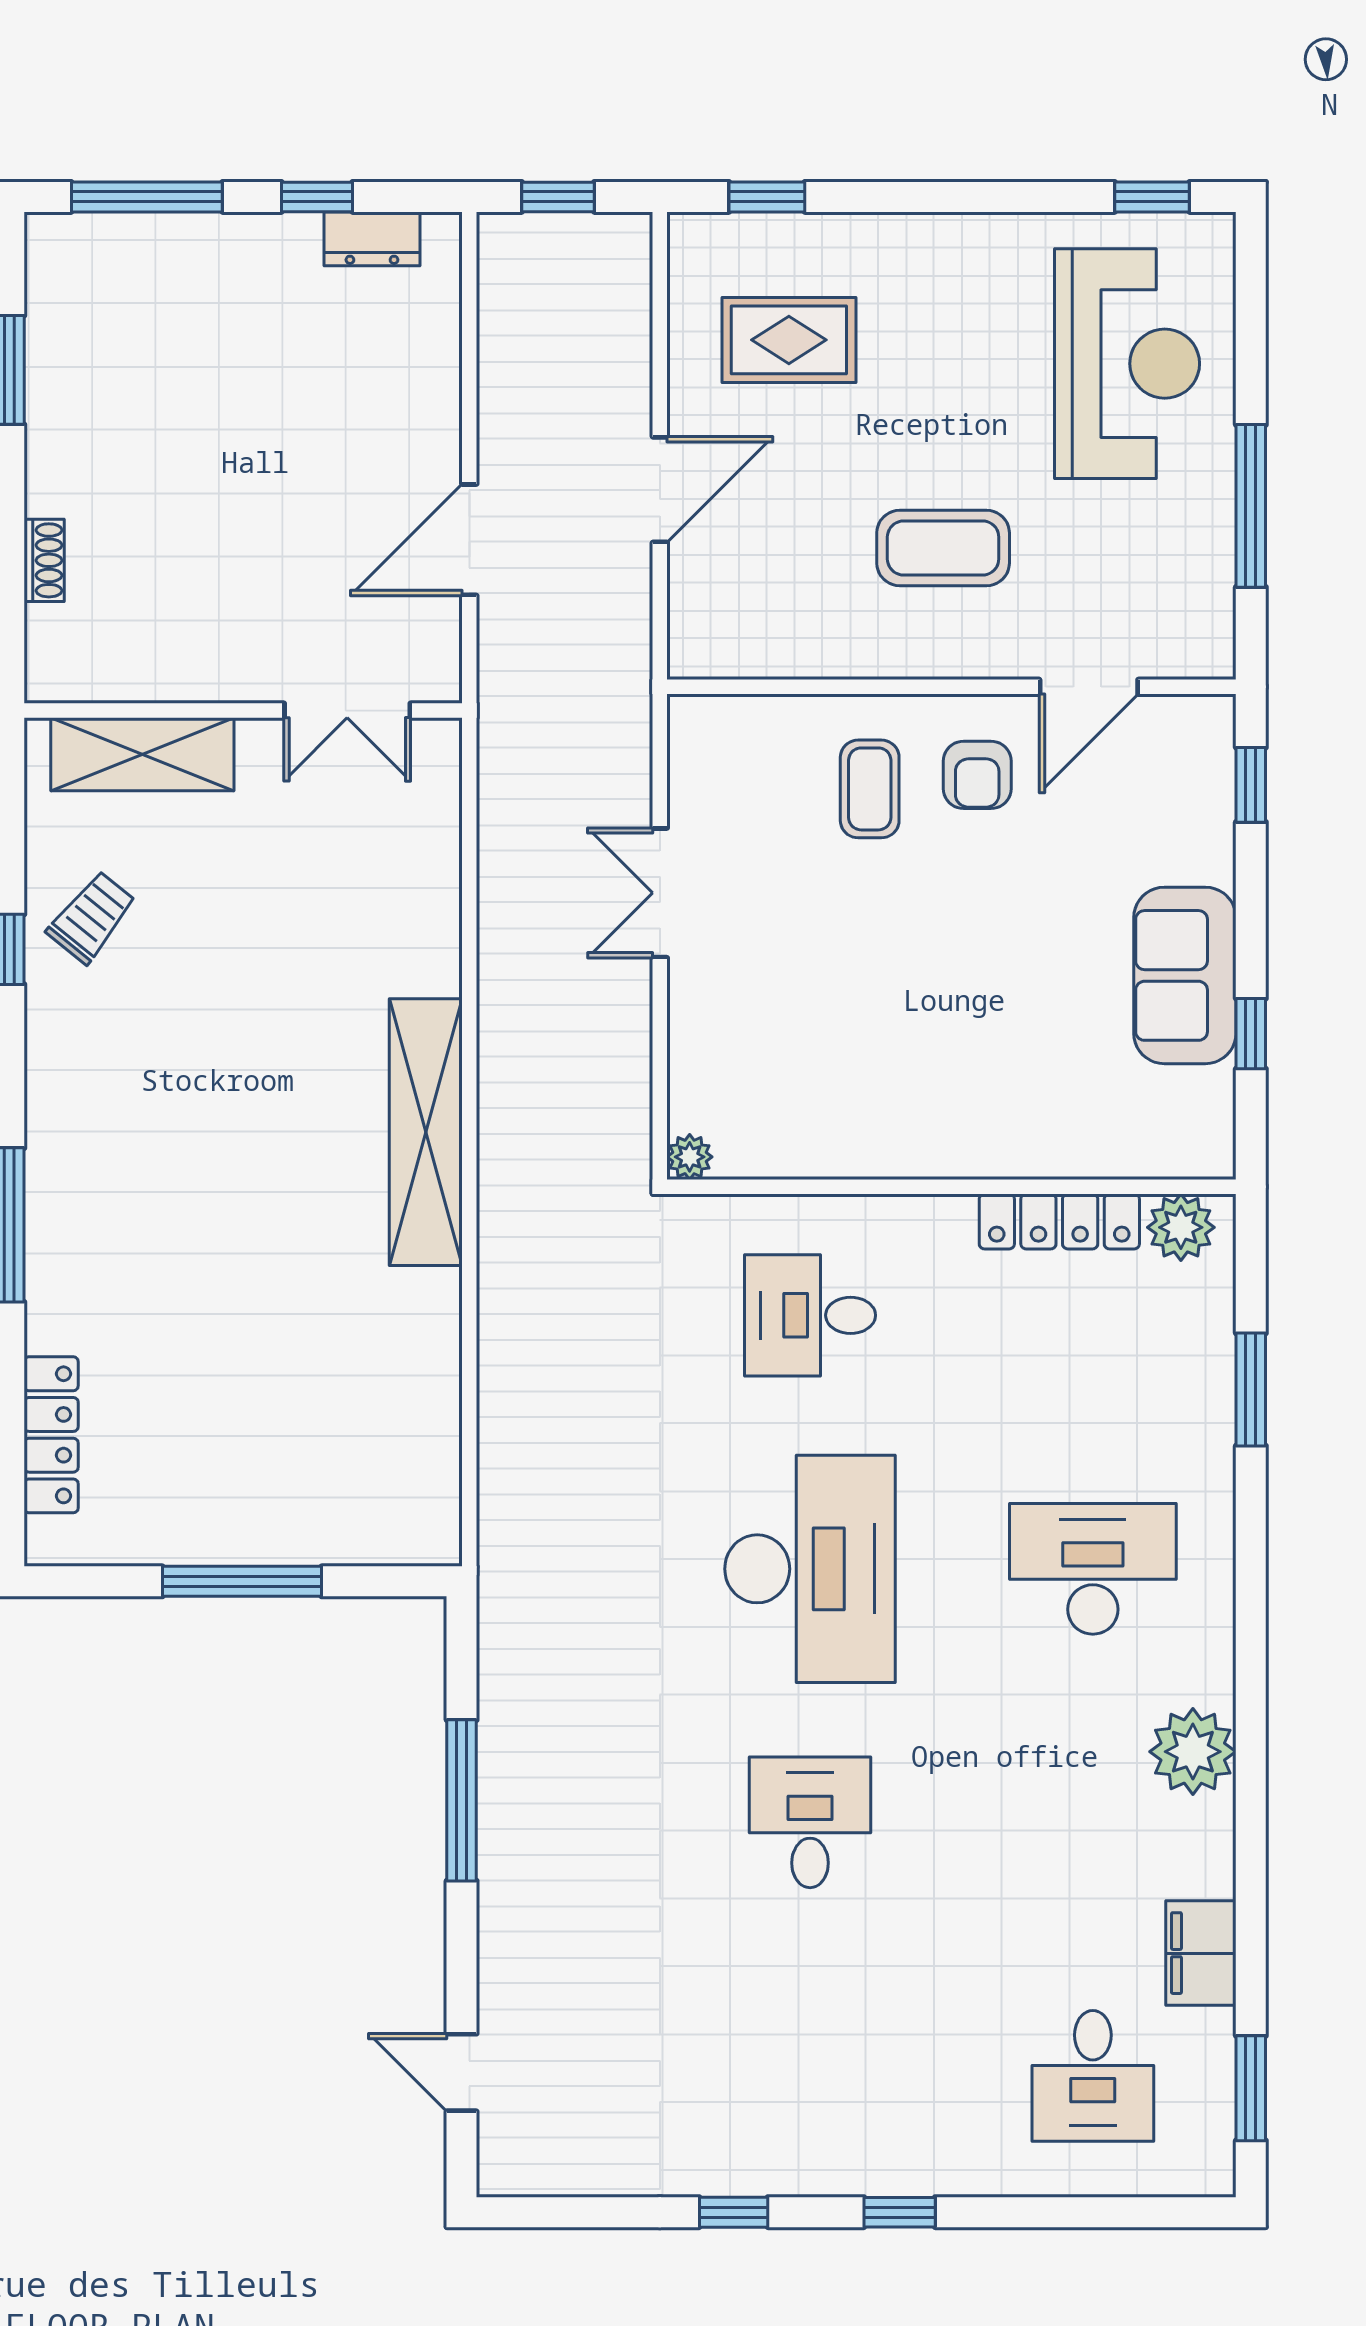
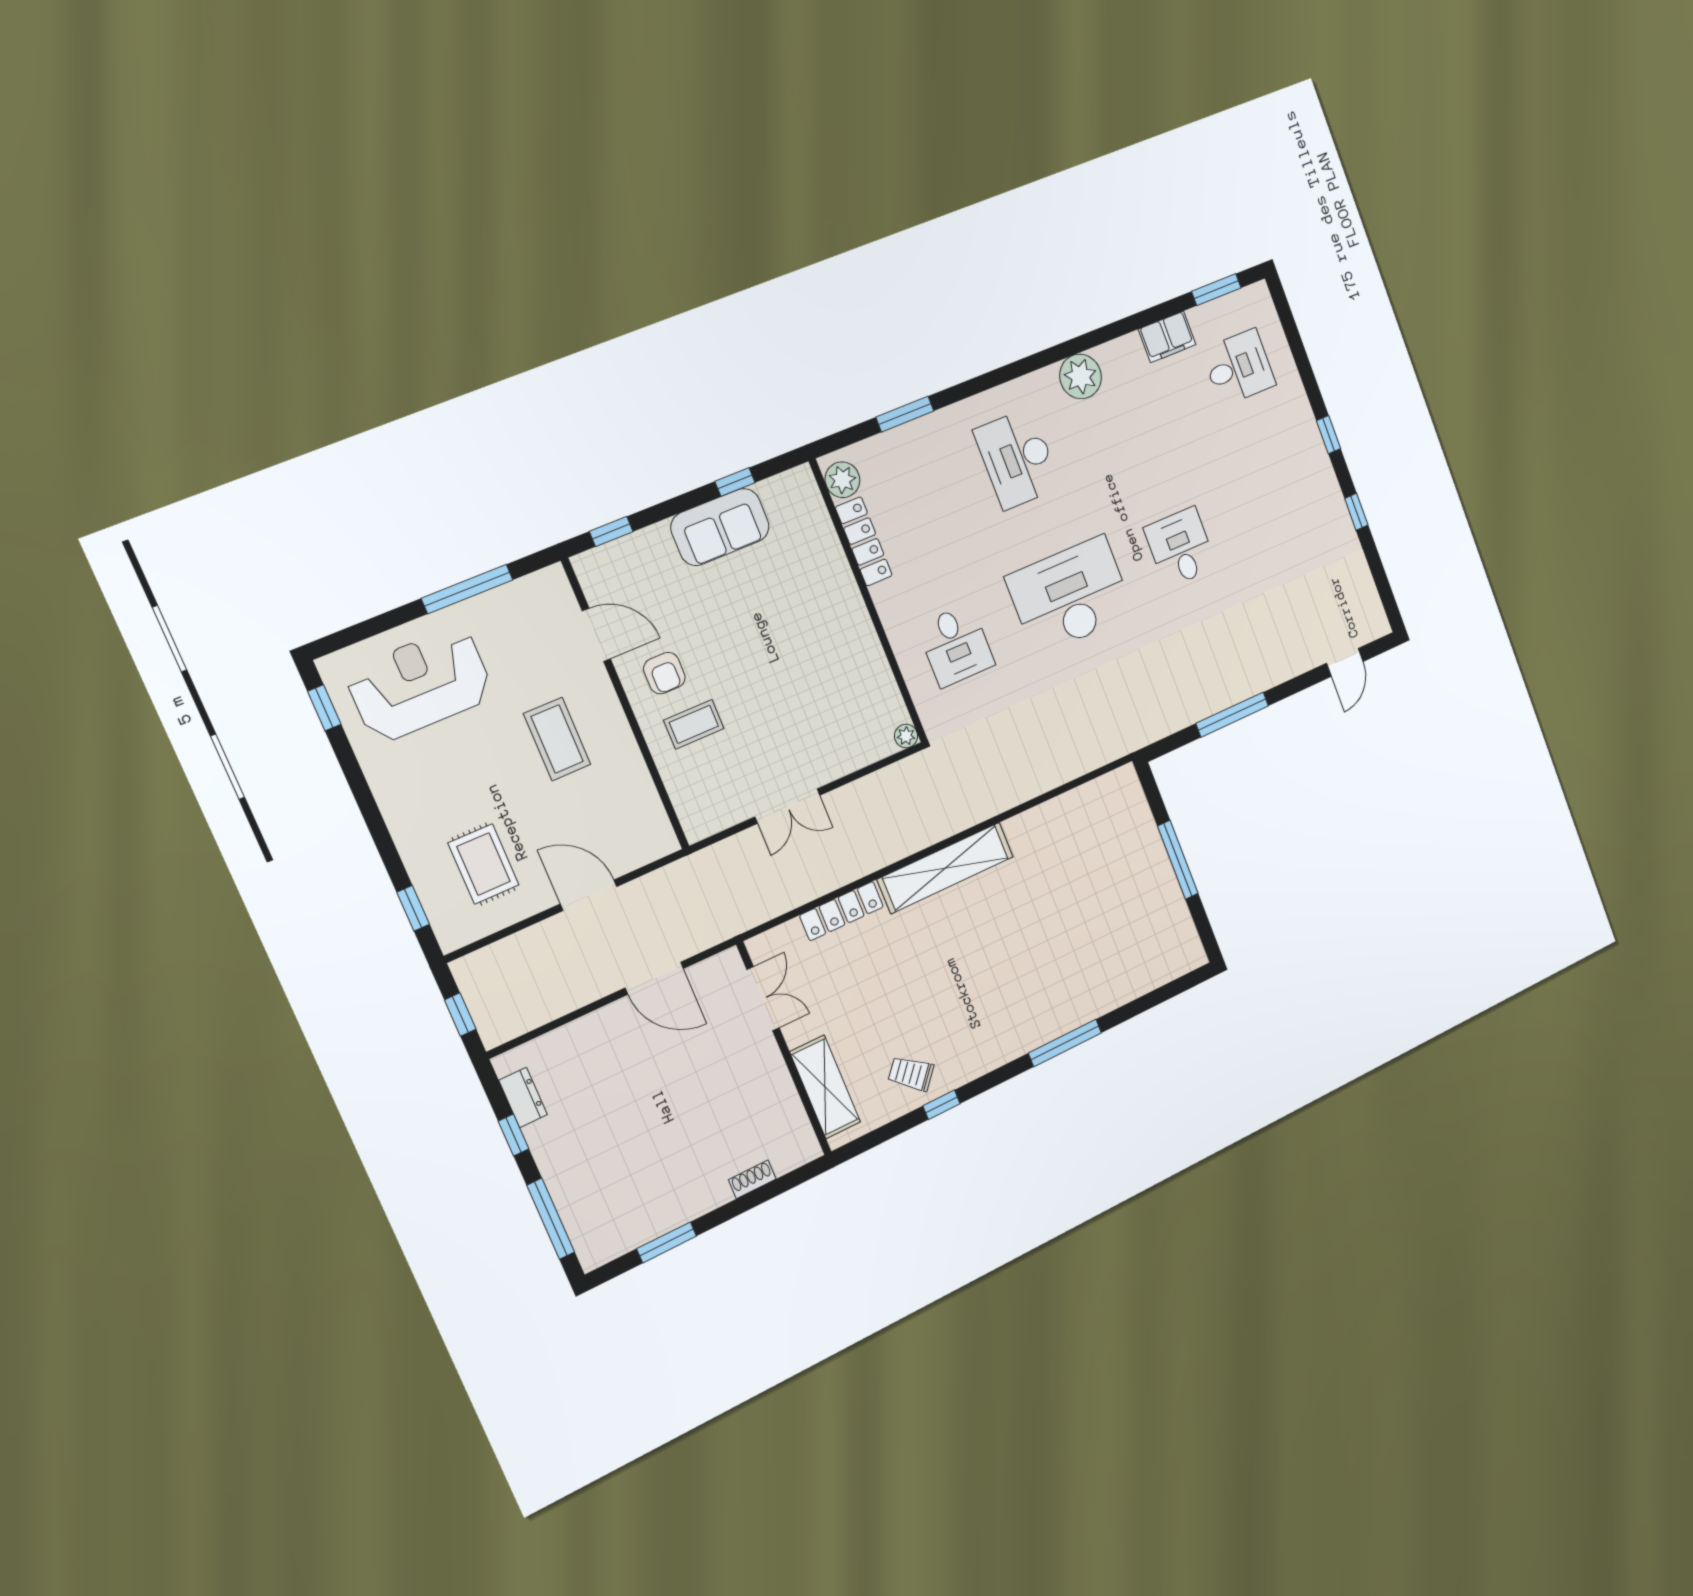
armchair: (977, 775) -> (664, 673), turned 90
locker: (51, 1435) -> (842, 911), moved, turned 180
desk: (810, 1822) -> (1180, 547), turned 90

